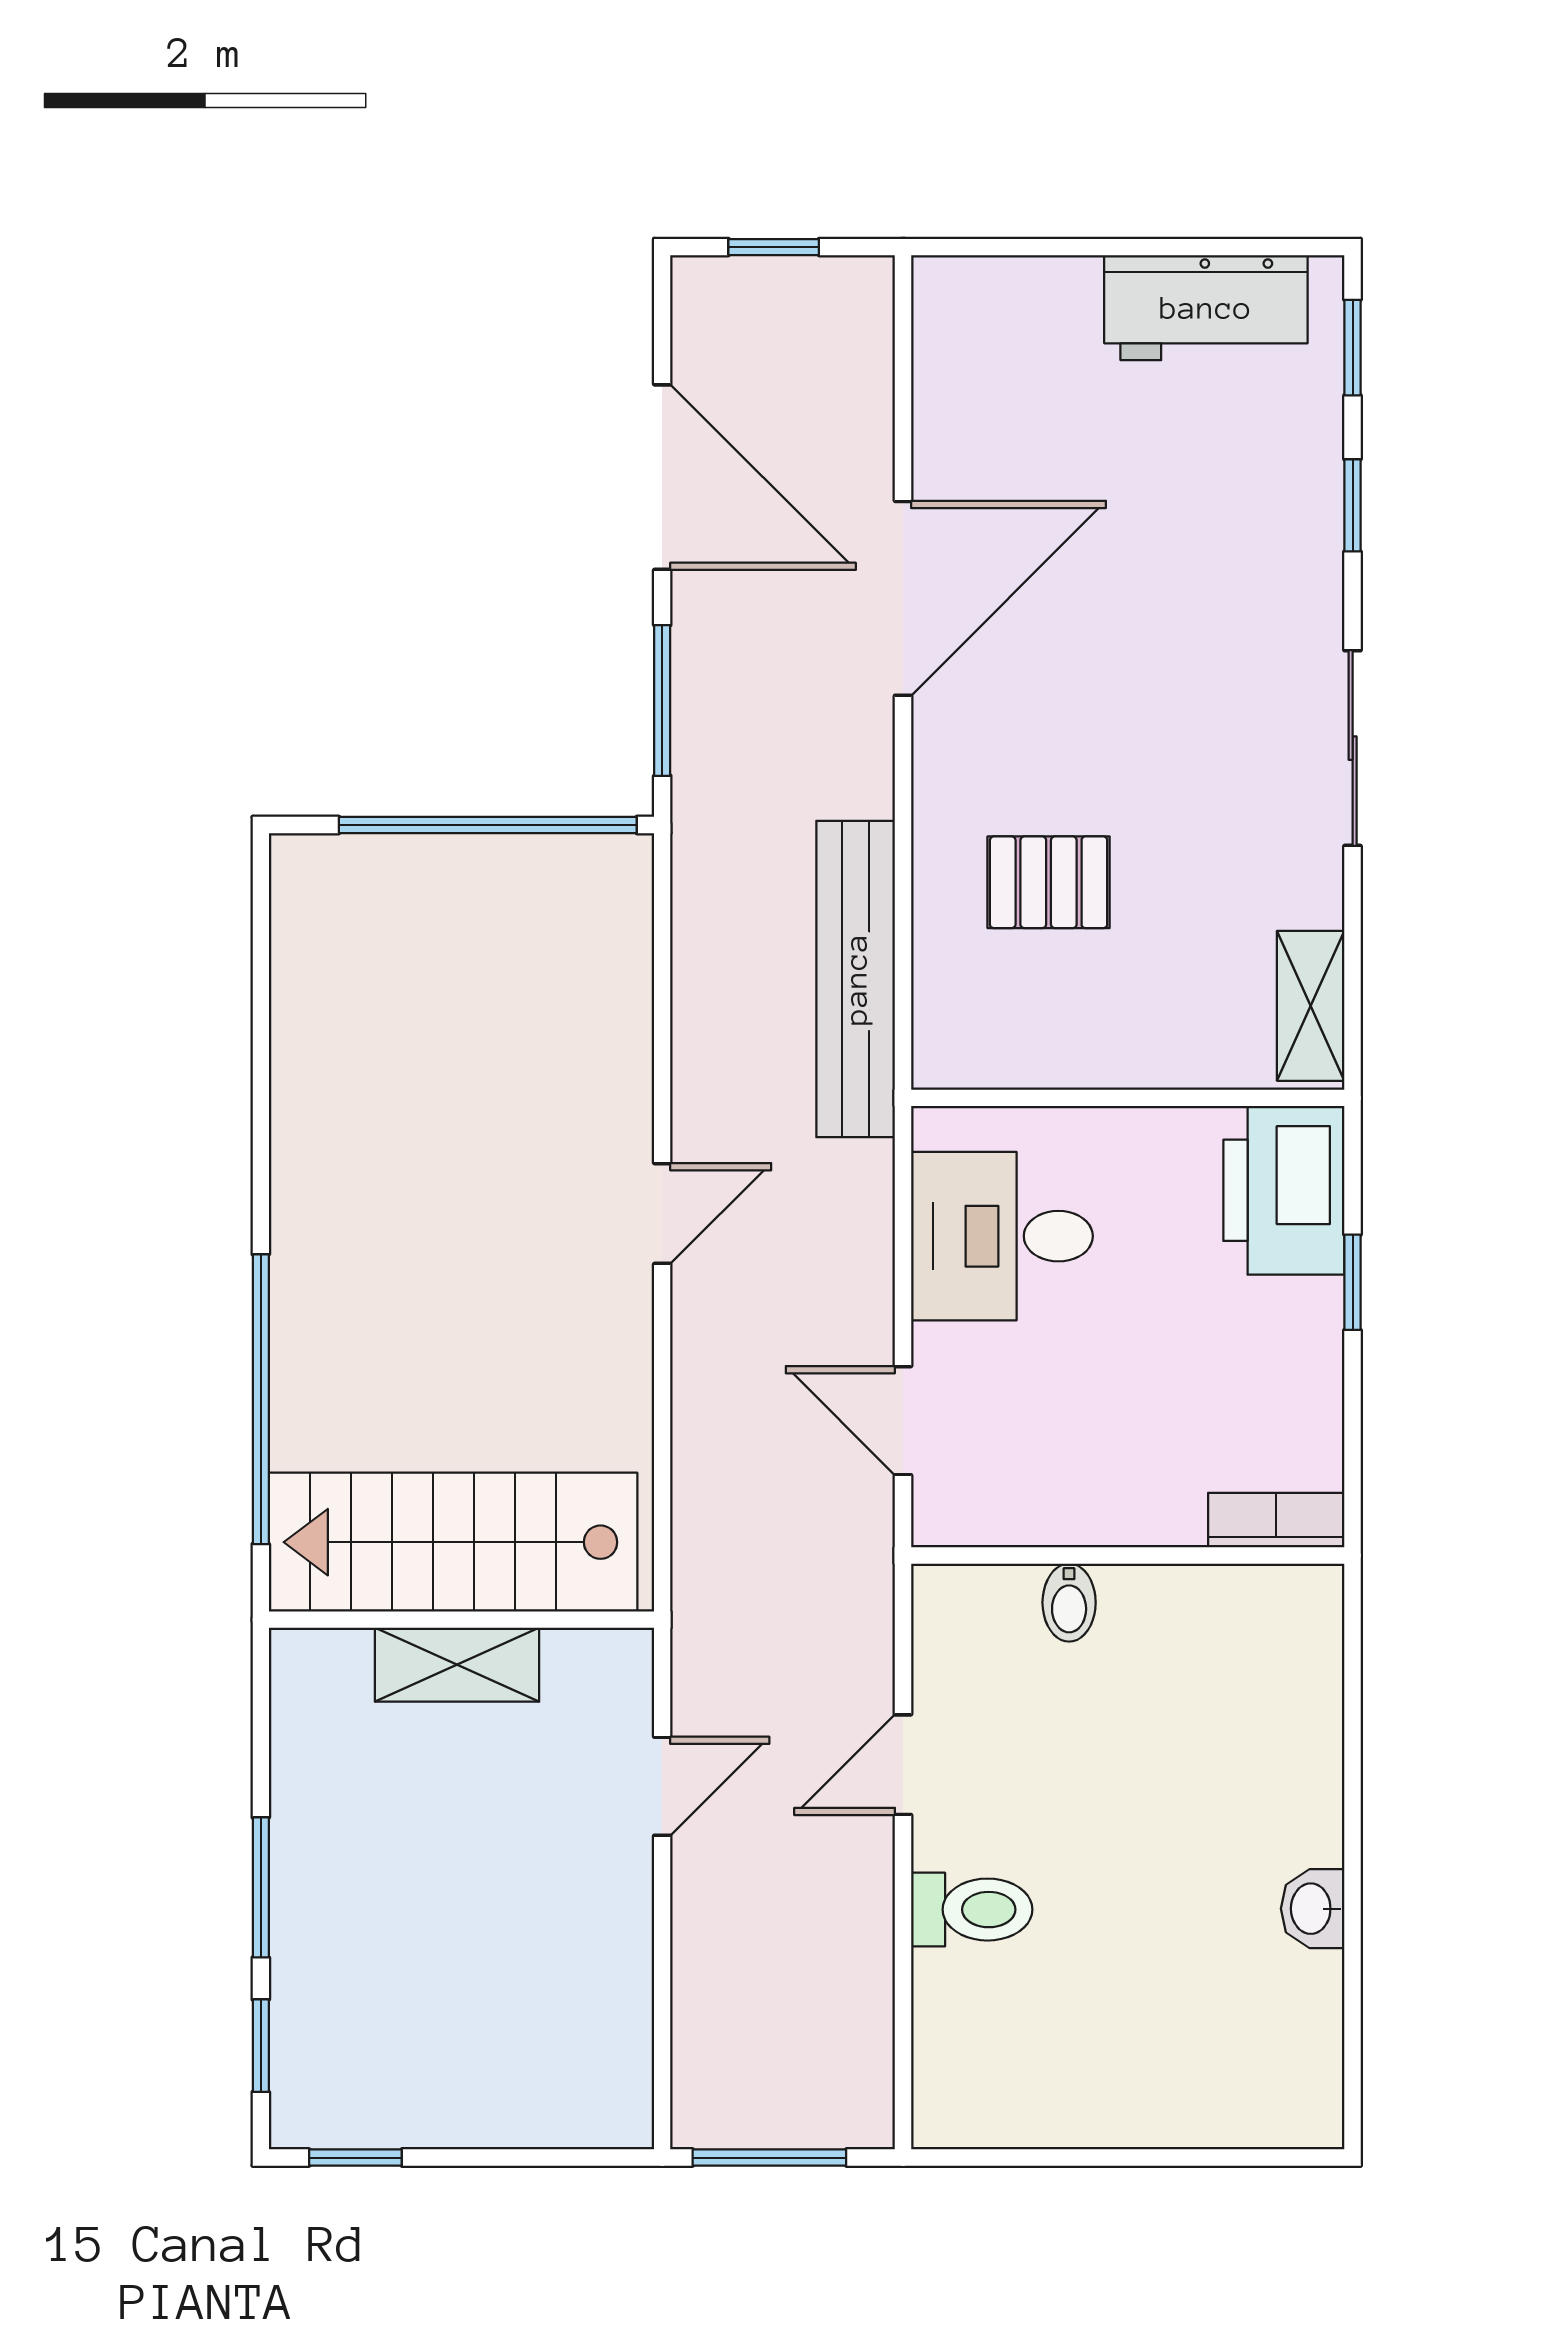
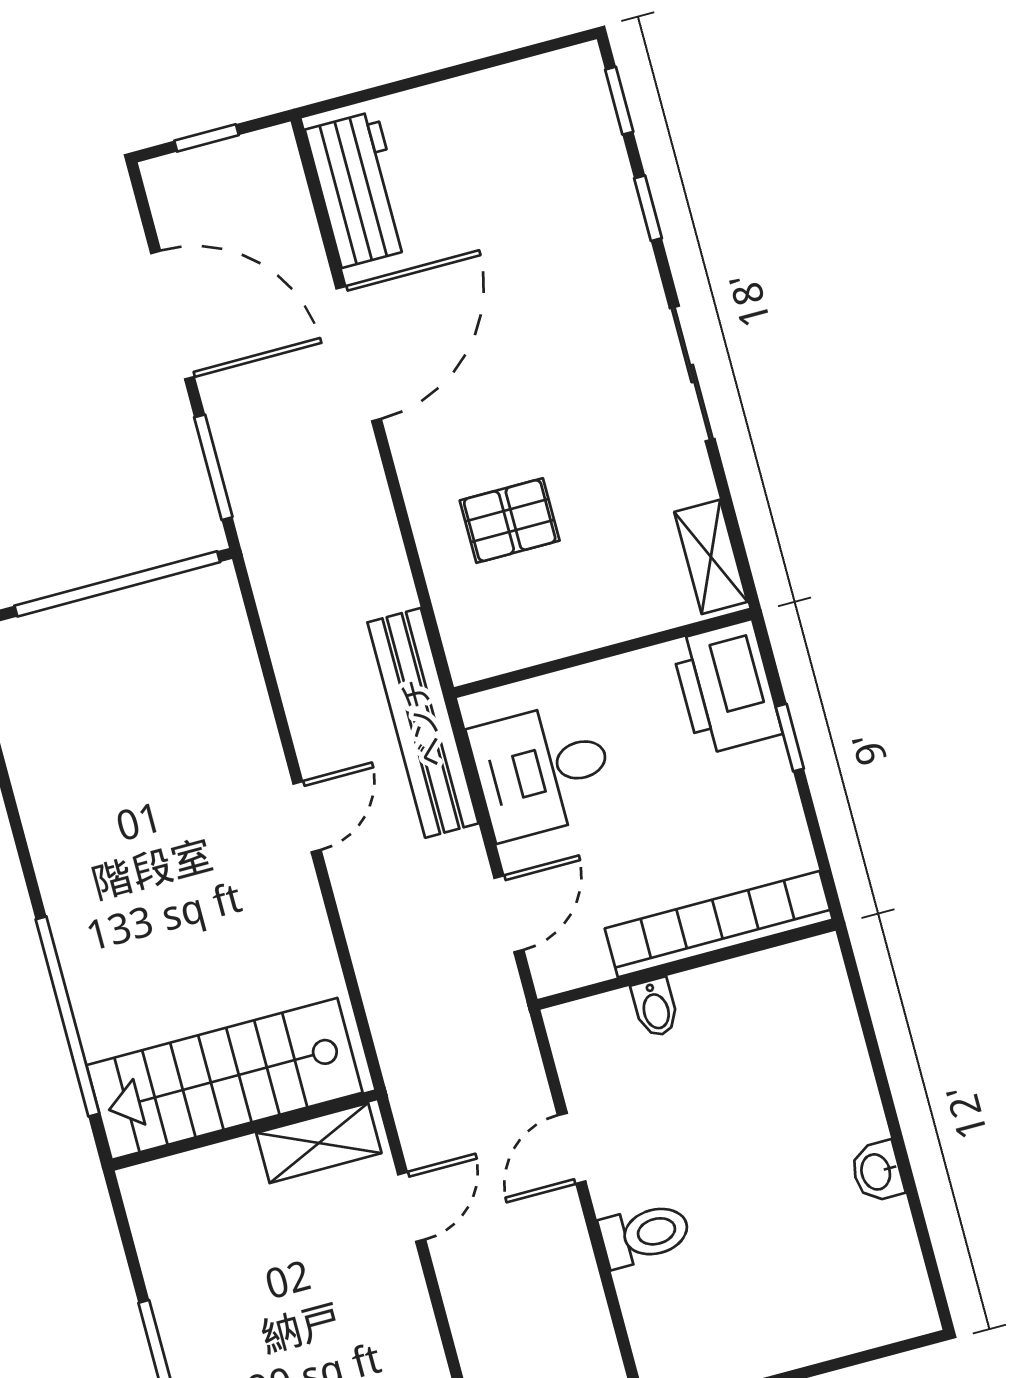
workbench: (1206, 308) -> (359, 189), moved, turned -90
bench: (856, 979) -> (423, 723), moved
door: (903, 1421) -> (509, 914), swing flipped
bookcase: (1276, 1520) -> (719, 924), width x2.31, depth x1.31
shelving: (457, 1665) -> (319, 1143), moved

